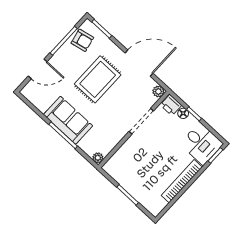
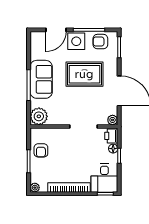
armchair: (82, 40) -> (100, 42), turned 102
side table: (63, 61) -> (76, 41), added
door: (38, 69) -> (56, 30), hinge flipped
plant: (98, 158) -> (39, 116), width x1.87, depth x1.87
armchair: (128, 176) -> (41, 150), added
plant: (155, 210) -> (35, 188), added

